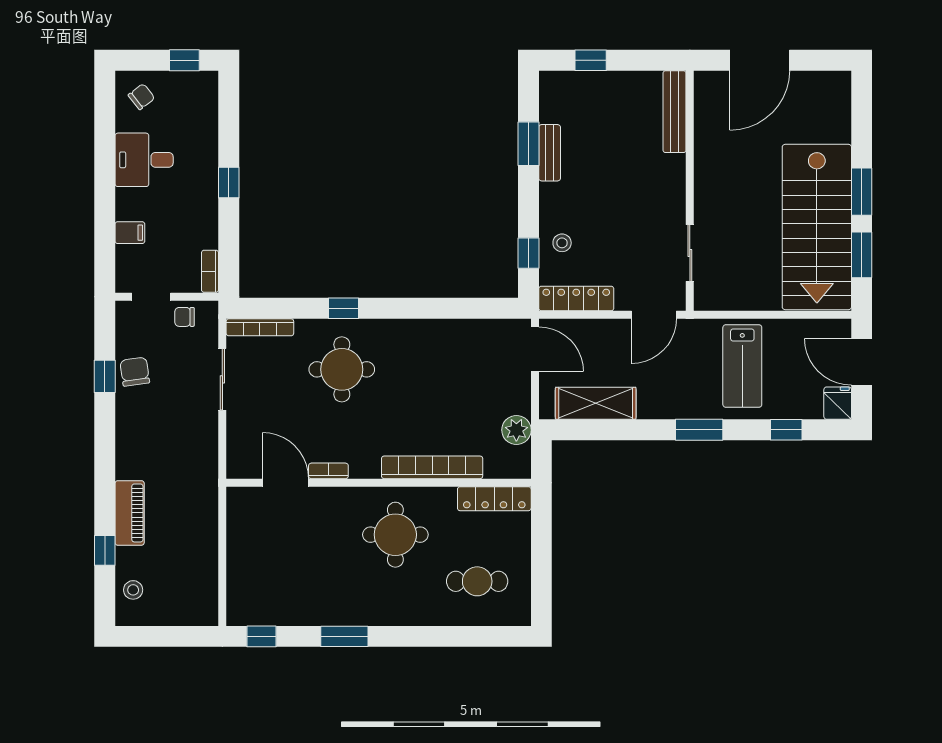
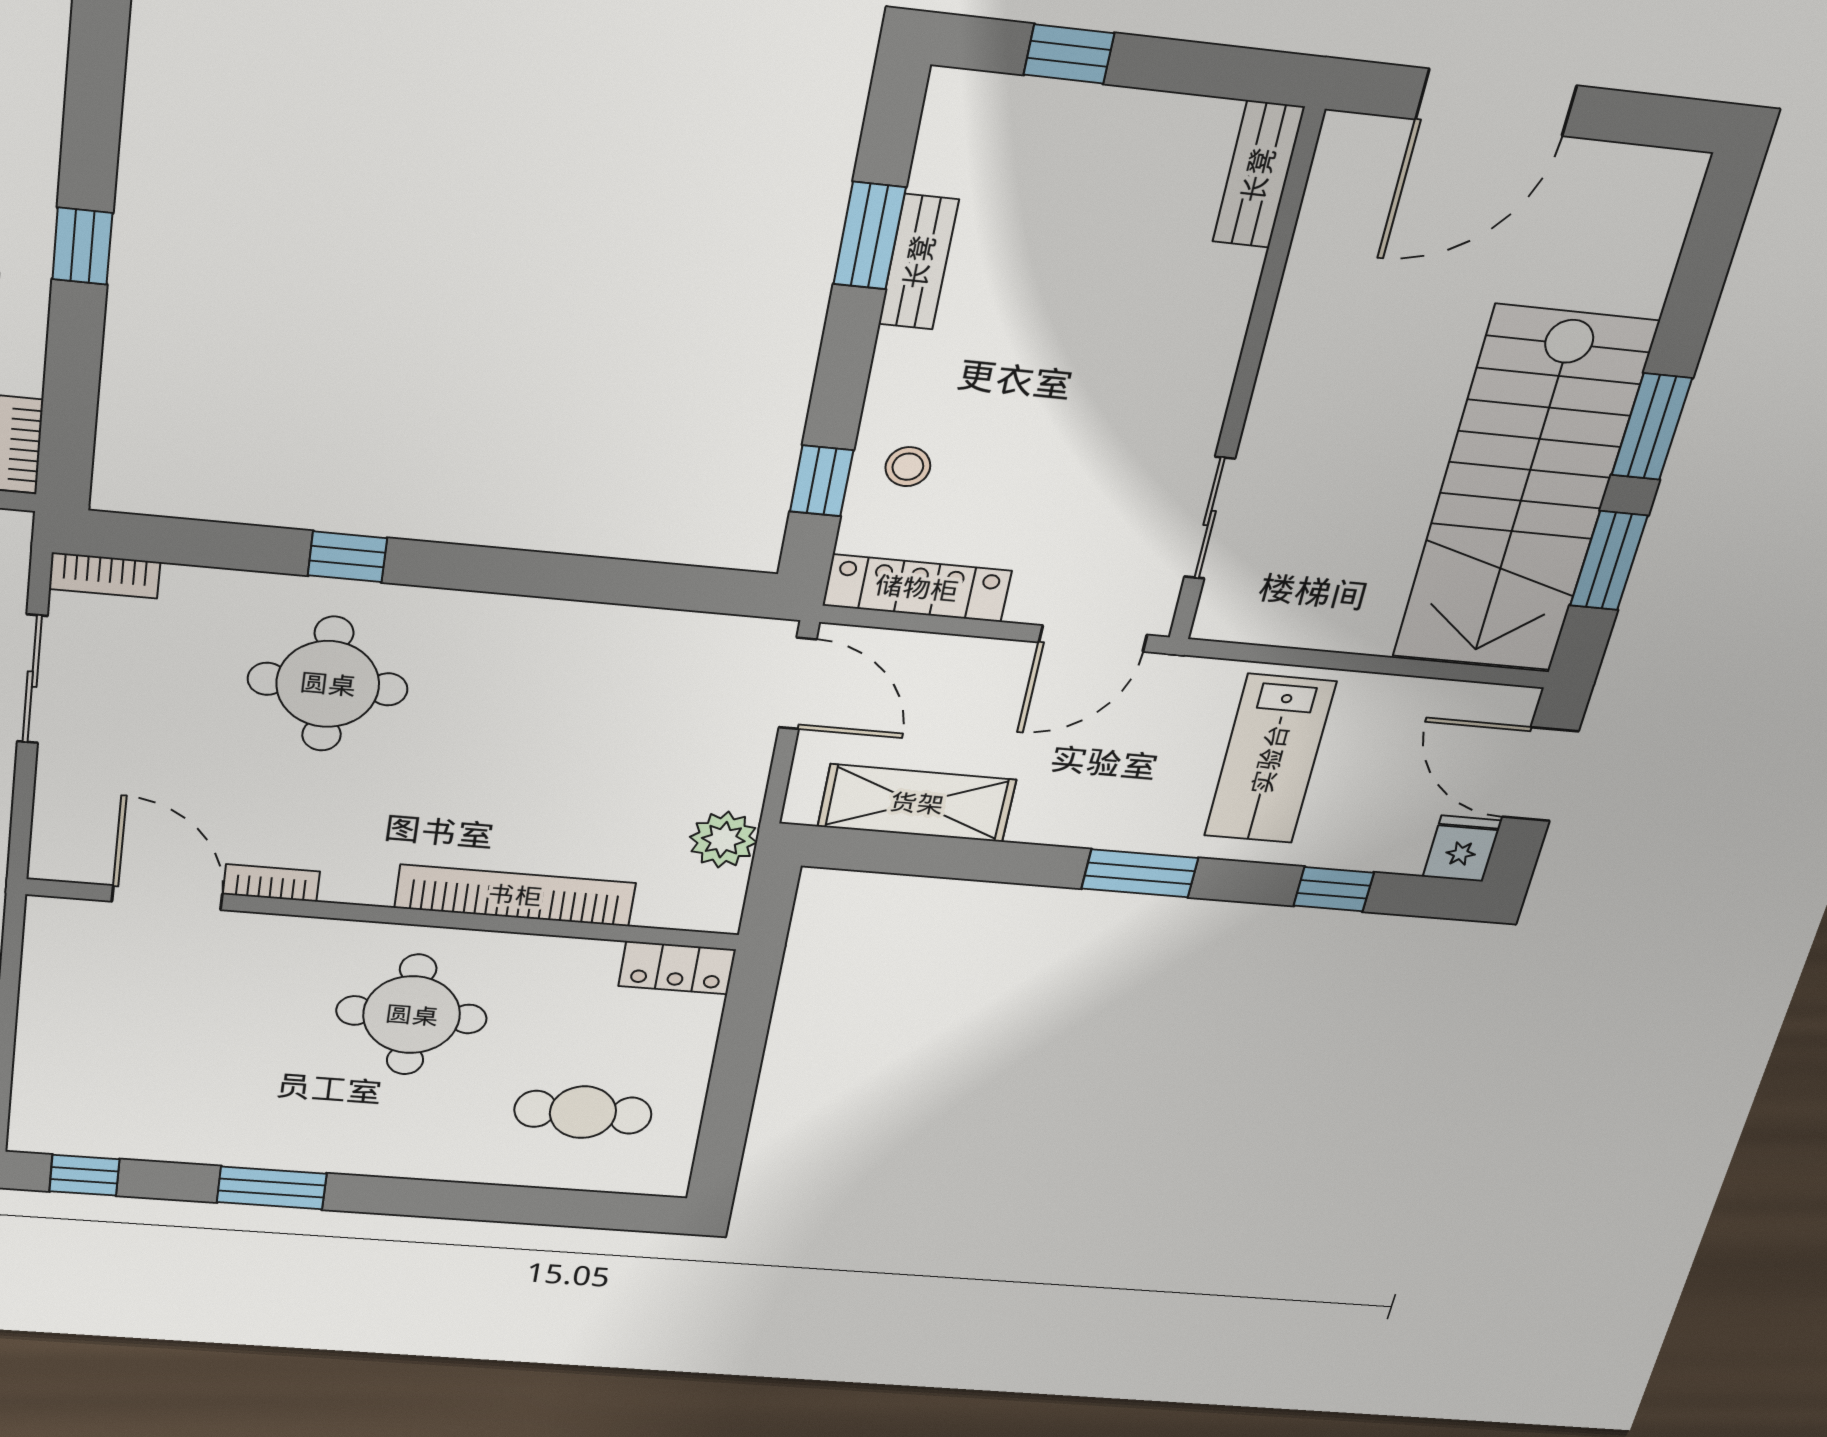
bench: (675, 112) -> (1258, 175), width x0.73
bookcase: (260, 327) -> (105, 575), width x0.64
locker: (494, 499) -> (677, 968), width x0.66

